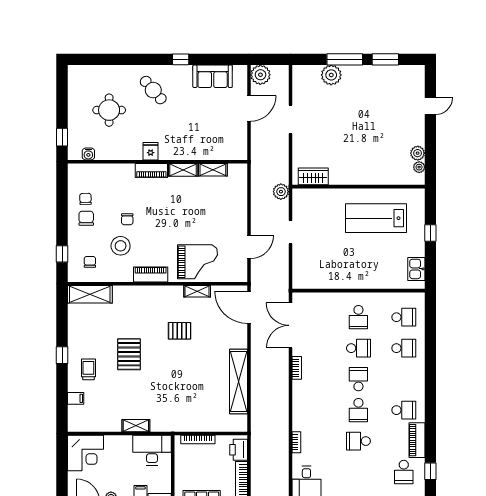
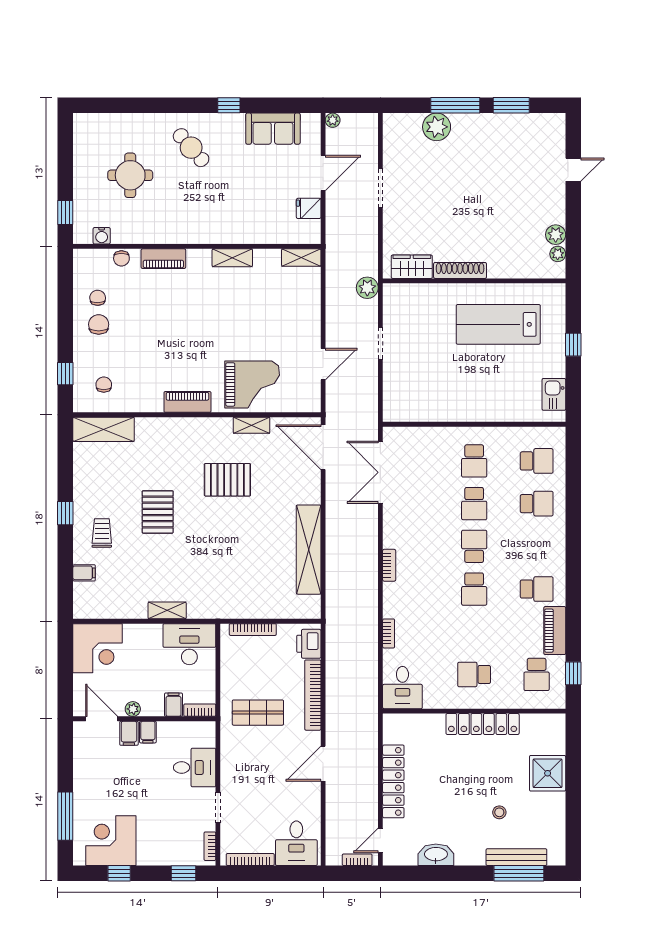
plant: (260, 75) -> (333, 120), width x0.53, depth x0.53
fridge: (151, 151) -> (309, 208), moved, turned -90
shelving: (213, 170) -> (301, 258), moved
piano: (151, 171) -> (163, 259), moved
shoe rack: (348, 179) -> (460, 270), added
chair: (127, 219) -> (121, 258), moved
stool: (121, 246) -> (146, 362), removed
pallet: (180, 331) -> (227, 480), width x1.50, depth x1.42
school desk: (358, 348) -> (474, 504), turned 90
bookcase: (297, 368) -> (389, 565), moved
school desk: (358, 441) -> (474, 674), moved

